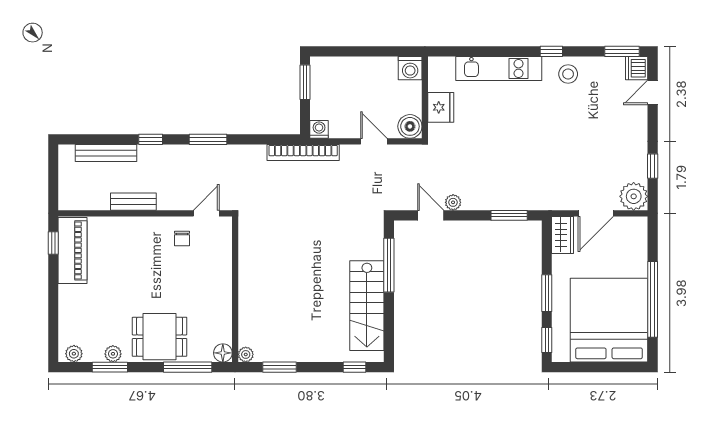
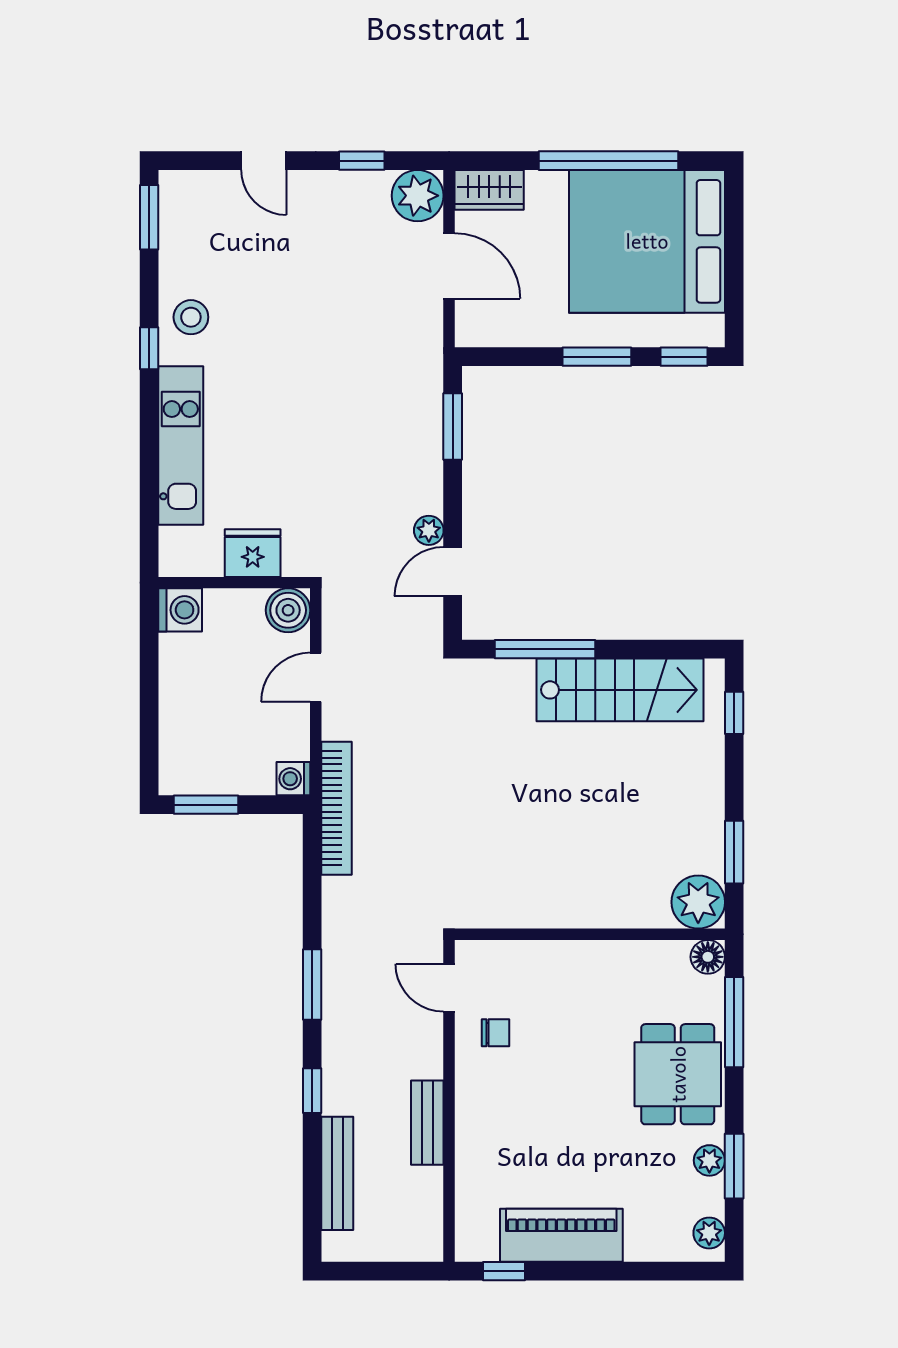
dishwasher: (637, 68) -> (180, 190), removed
door: (653, 92) -> (264, 161), moved
wardrobe: (563, 235) -> (489, 190), moved, turned 180
piano: (73, 250) -> (561, 1235), moved
plant: (246, 354) -> (698, 902), width x1.88, depth x1.88

